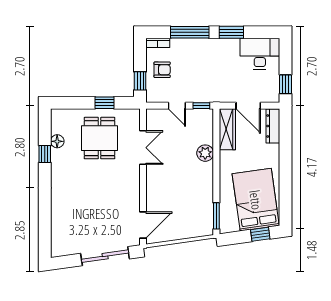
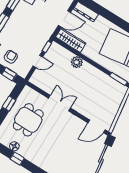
dining table: (100, 138) -> (28, 120), turned 90
double door: (143, 148) -> (60, 103), moved
door: (143, 225) -> (96, 126), swing flipped

